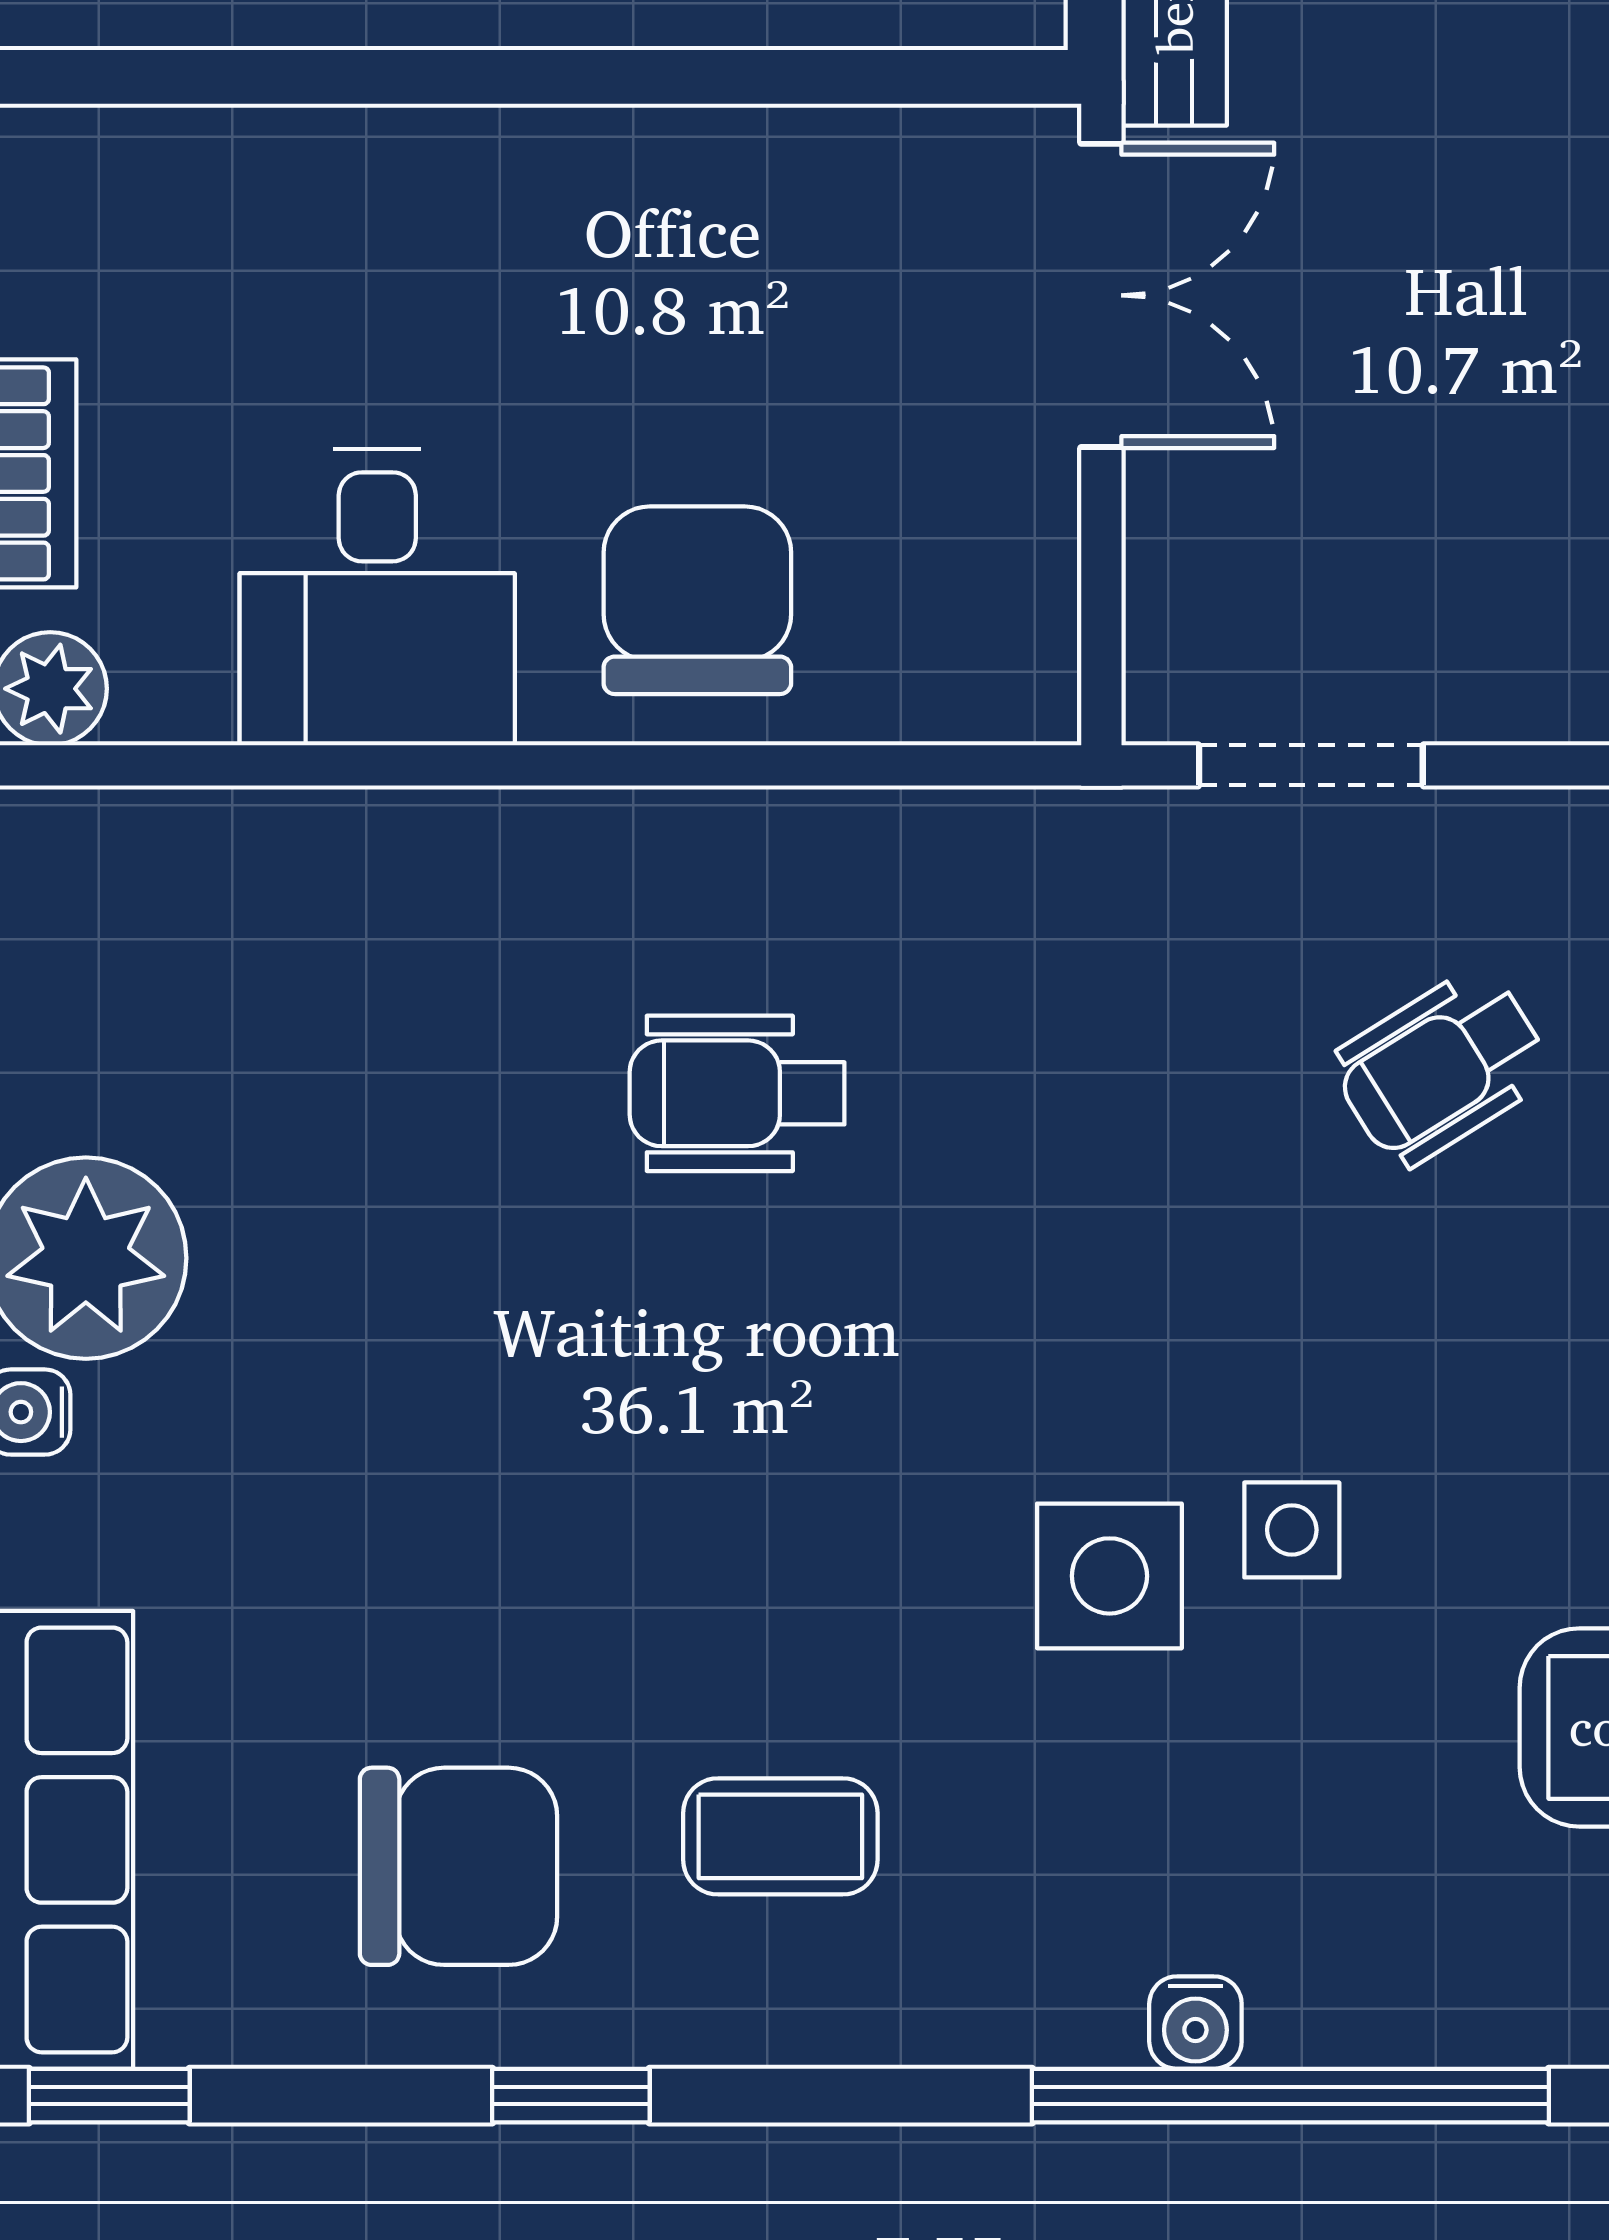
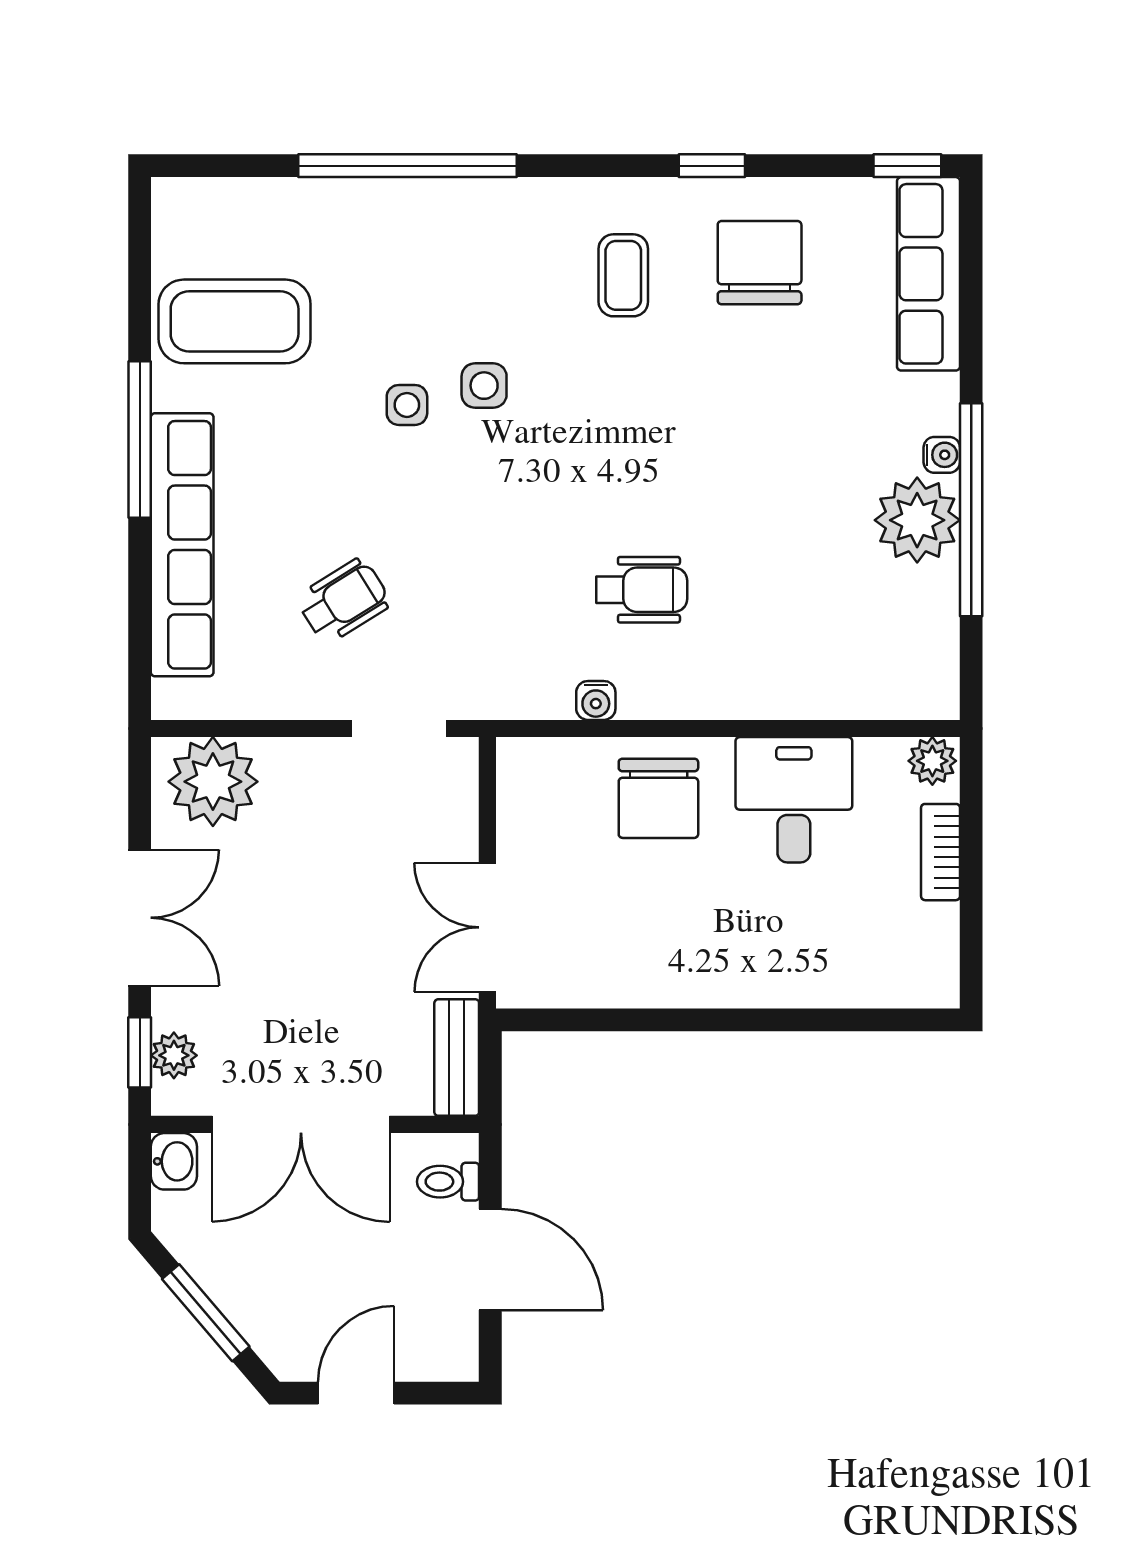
side table: (1109, 1576) -> (484, 386), width x0.73, depth x0.73
coffee table: (780, 1836) -> (623, 275), turned 90
chair: (458, 1866) -> (760, 263), turned 90
water cooler: (1195, 2023) -> (596, 700), moved, turned 180

